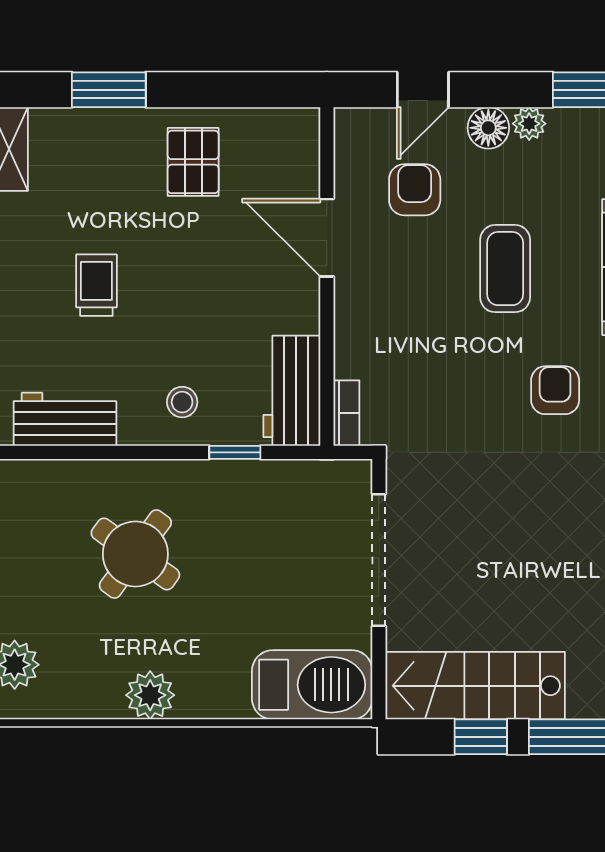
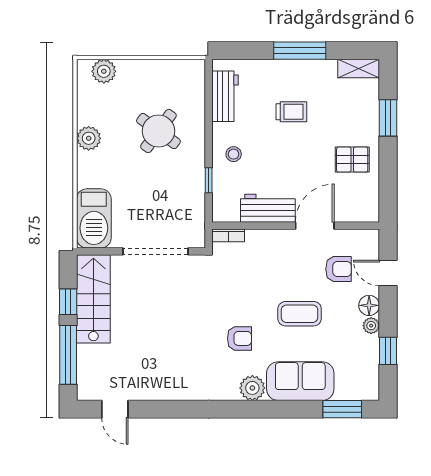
workbench: (292, 391) -> (268, 208), moved

